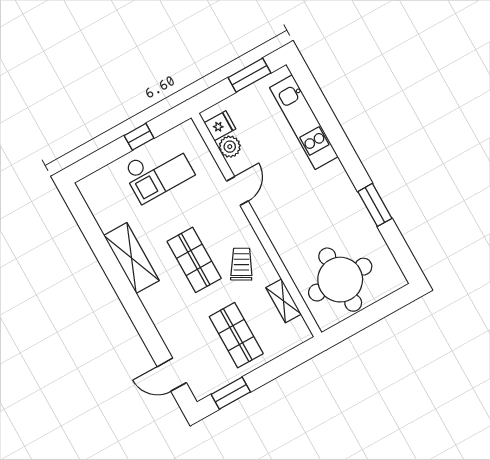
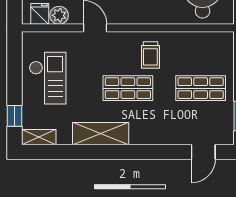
window: (139, 137) -> (15, 116), moved
trolley: (241, 264) -> (150, 55), turned -120
shelving: (284, 301) -> (39, 137), moved

